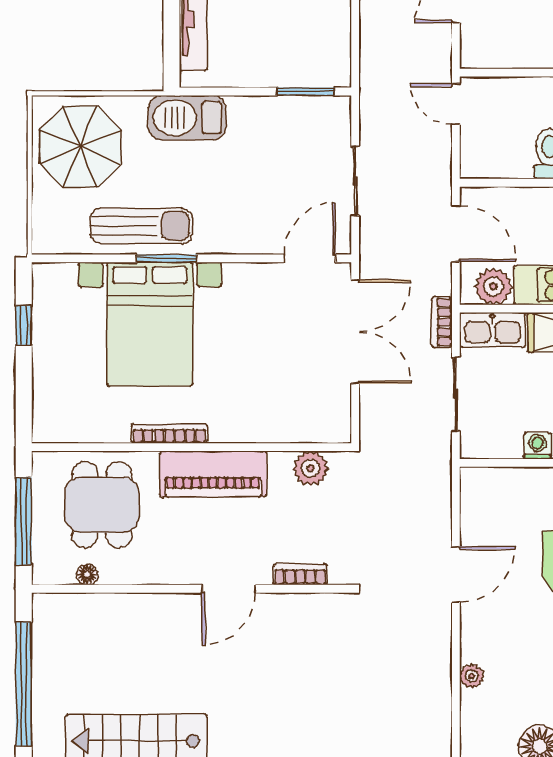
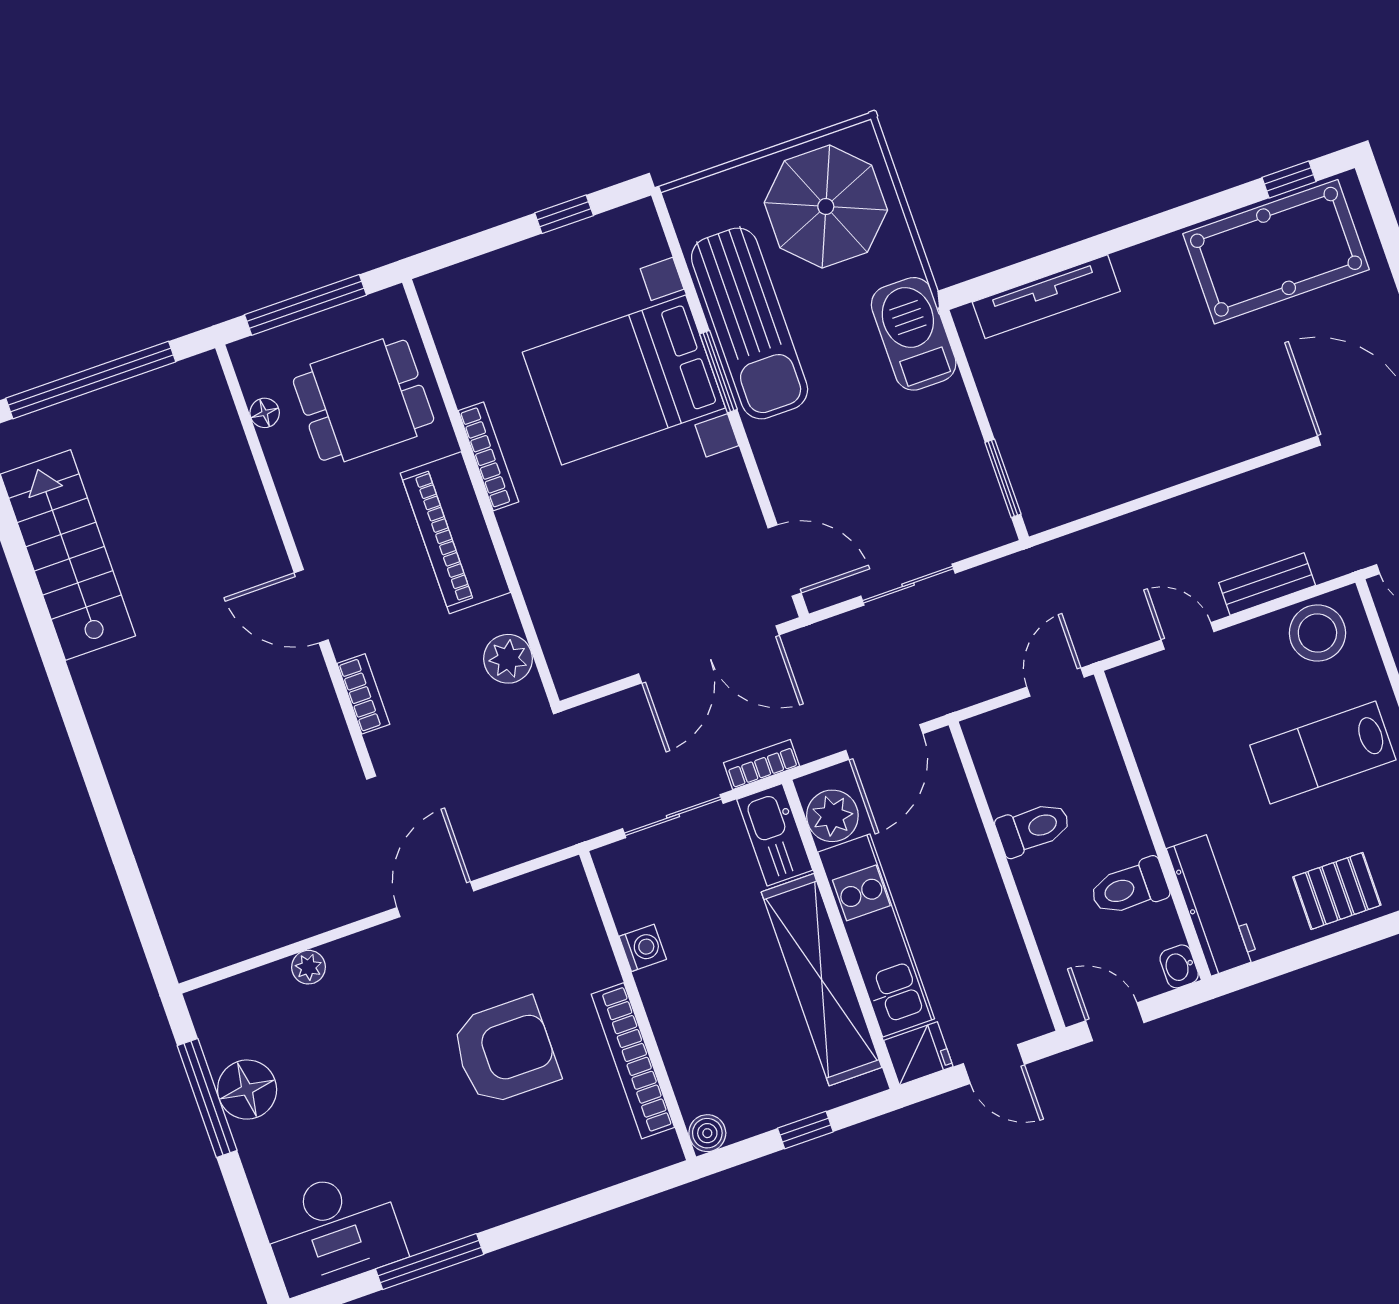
sun lounger: (141, 226) -> (750, 323), width x1.36, depth x1.34
door: (456, 574) -> (435, 899), swing flipped

